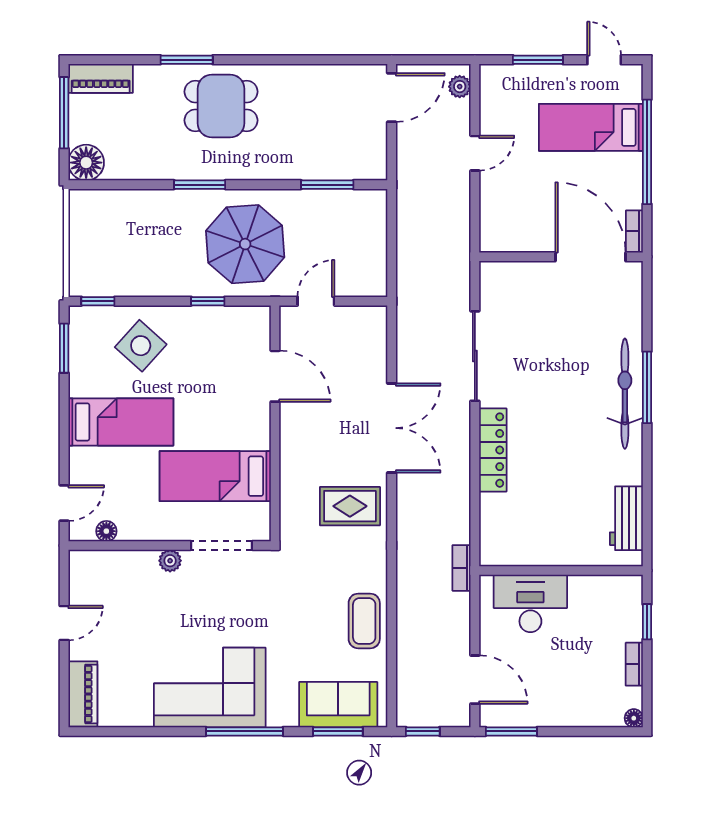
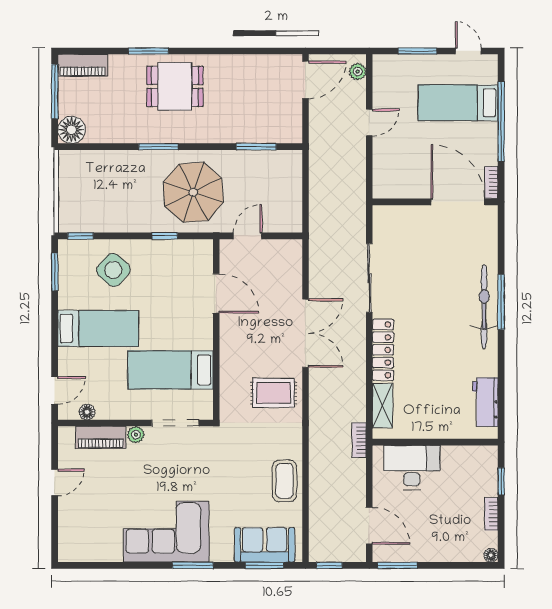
shelving: (492, 523) -> (383, 406), added
piano: (83, 694) -> (101, 437), moved, turned 90
window: (245, 731) -> (193, 565), width x0.69

